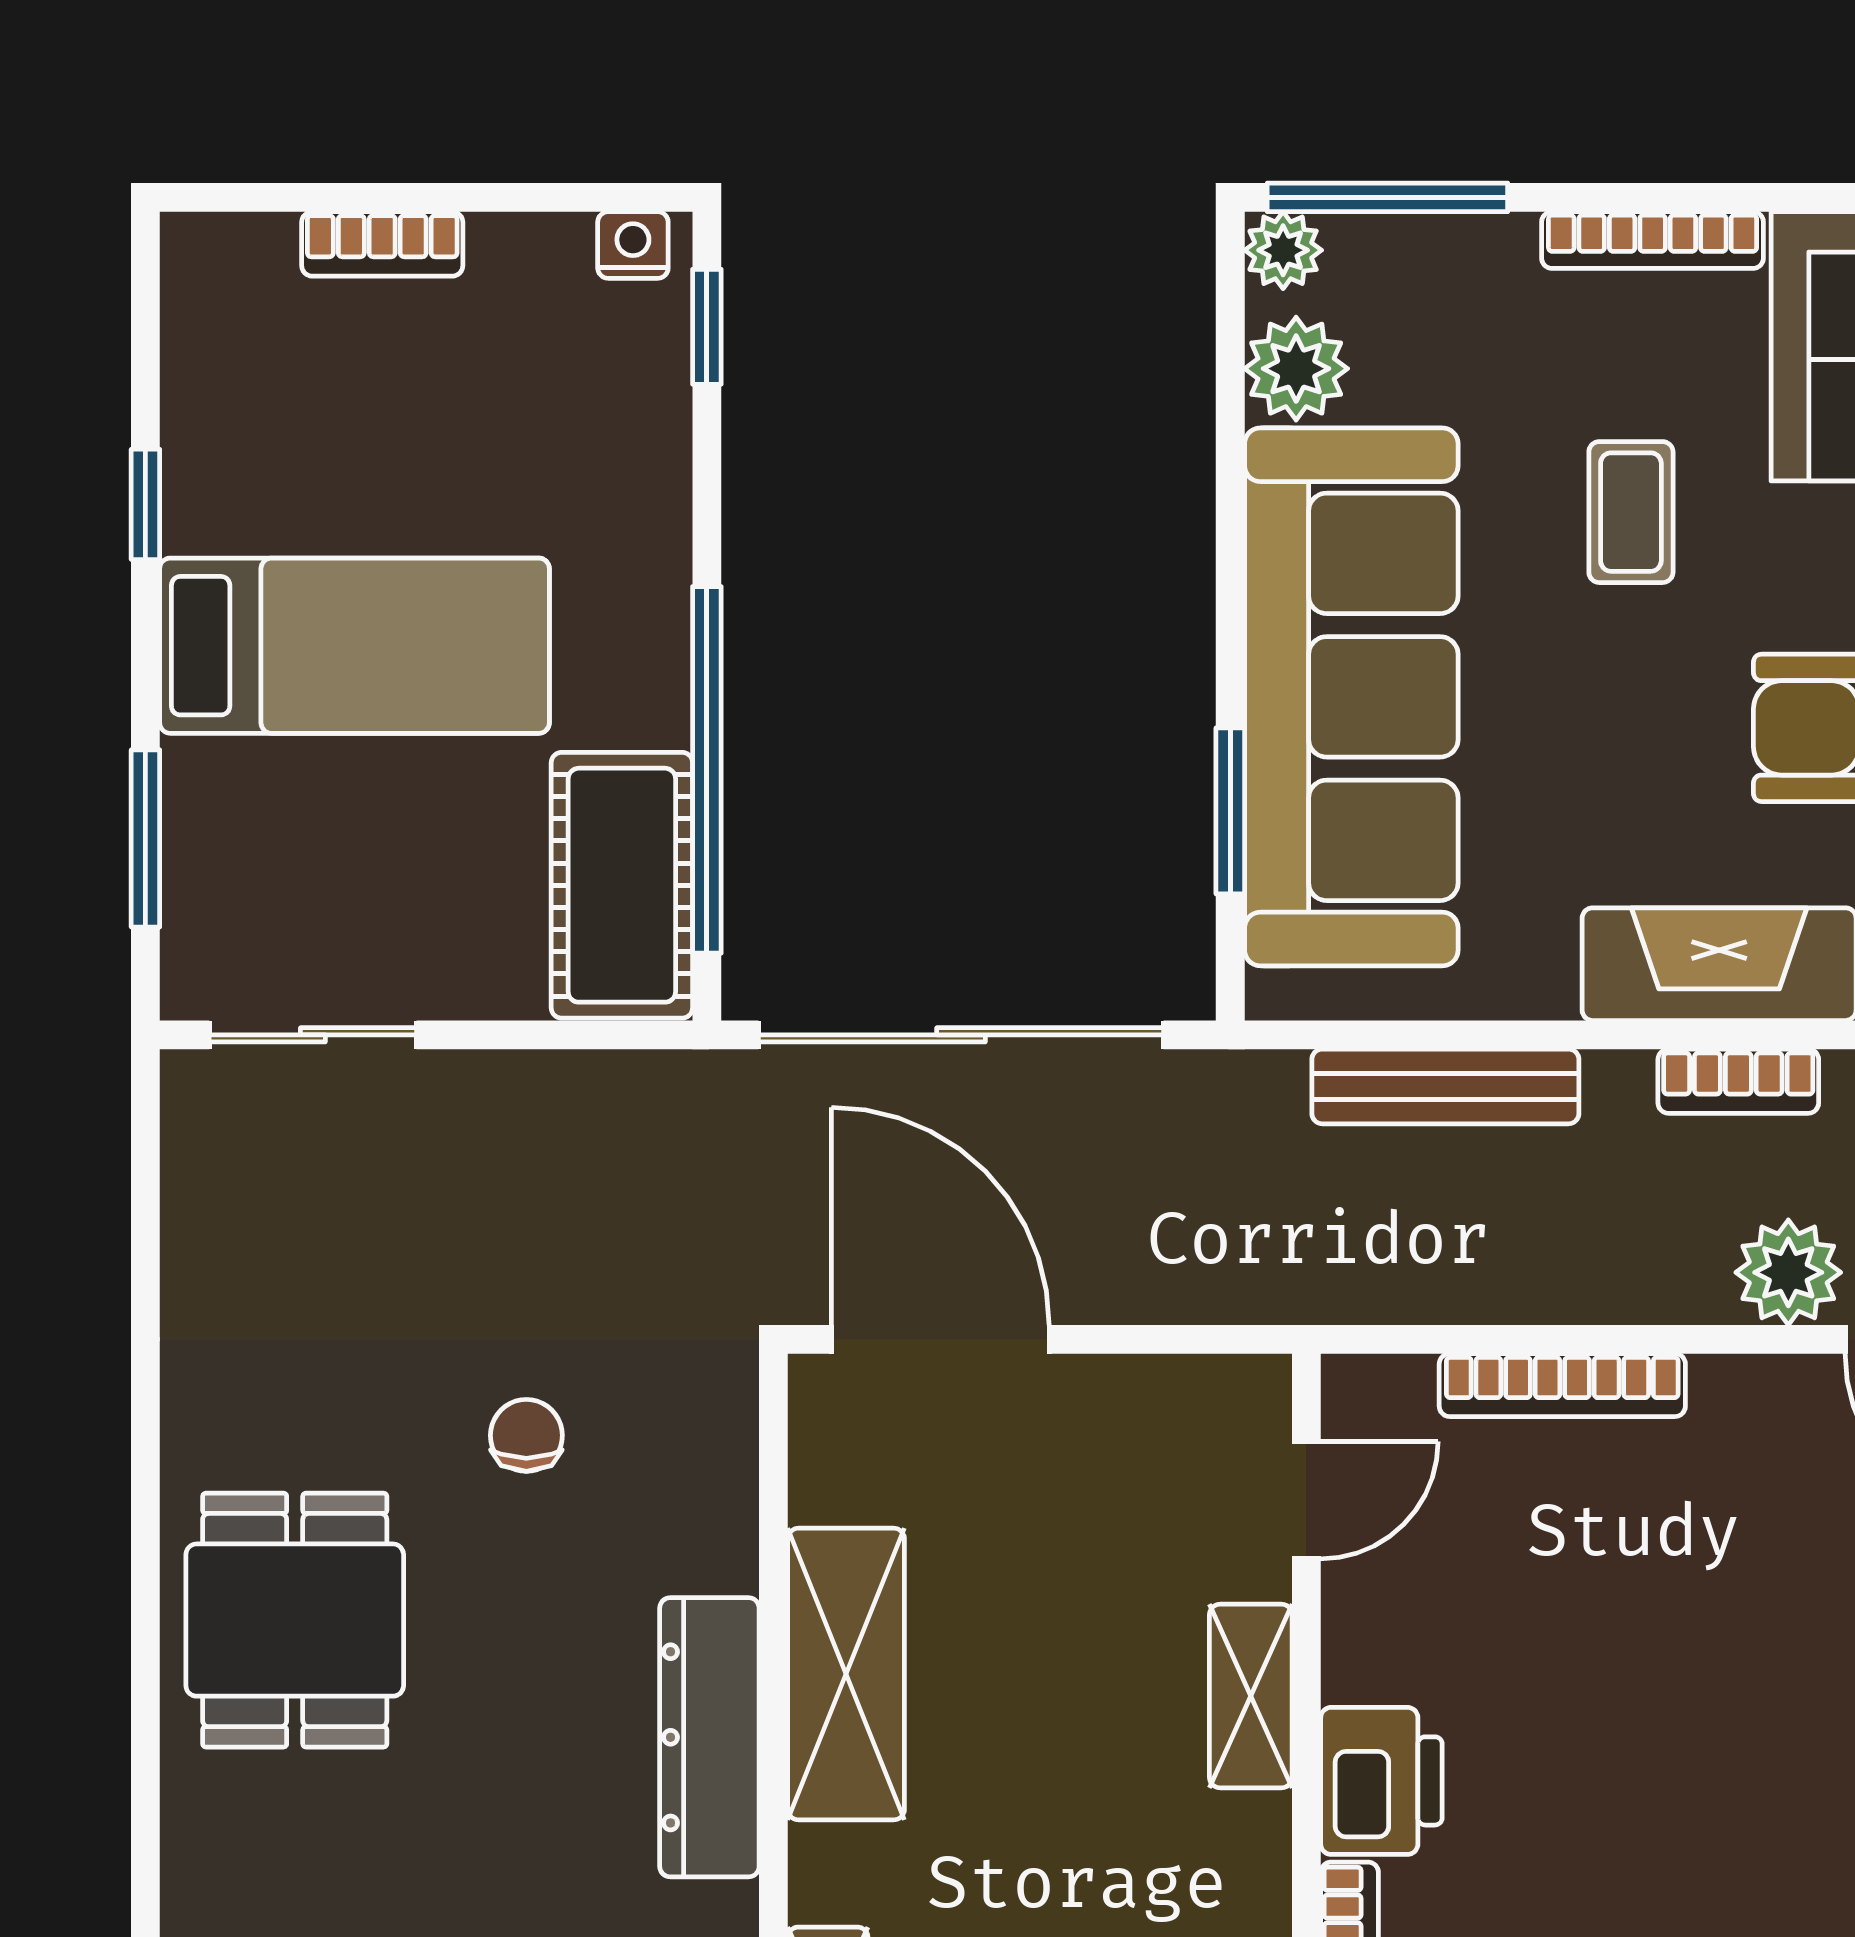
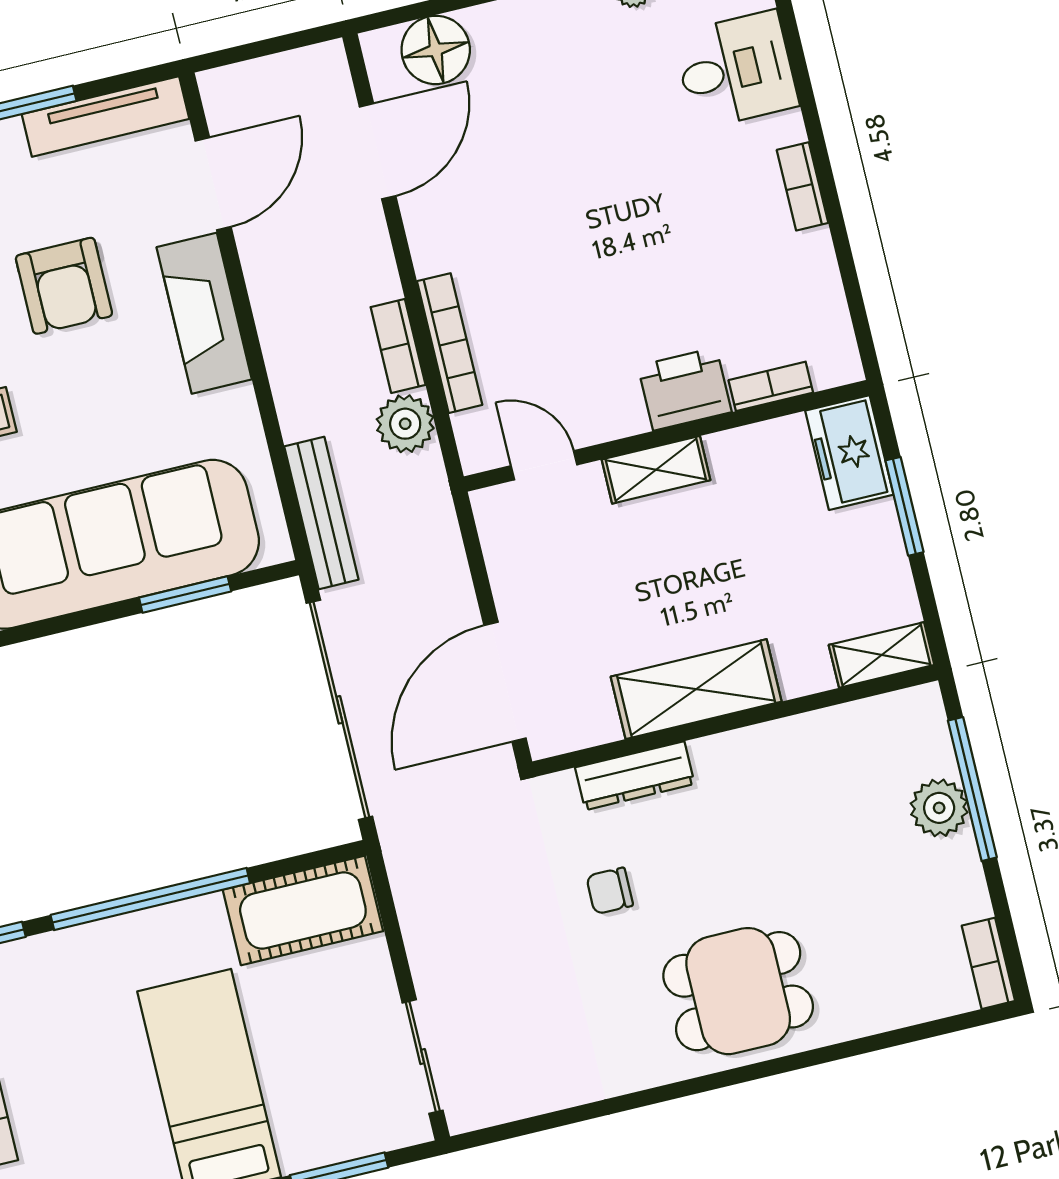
window: (707, 770) -> (150, 899), moved
bookcase: (1738, 1081) -> (398, 346), moved, turned 180
bench: (1445, 1086) -> (321, 513), moved
plant: (1788, 1272) -> (405, 424), moved
dresser: (709, 1737) -> (635, 776), moved, width x0.73, depth x0.80

